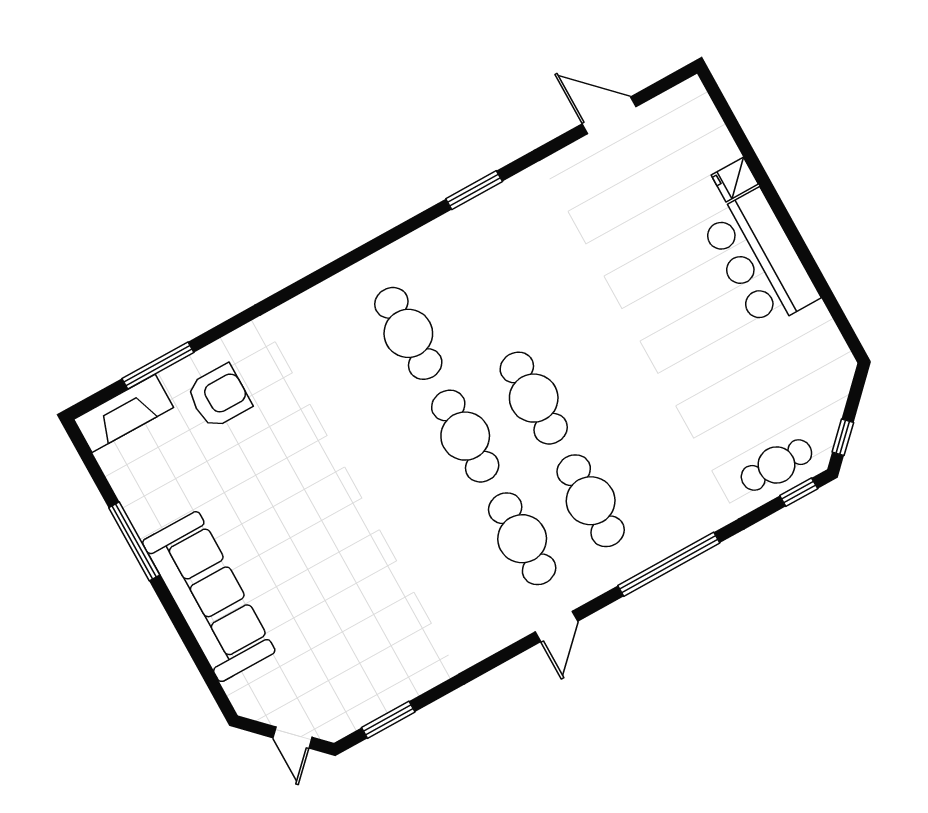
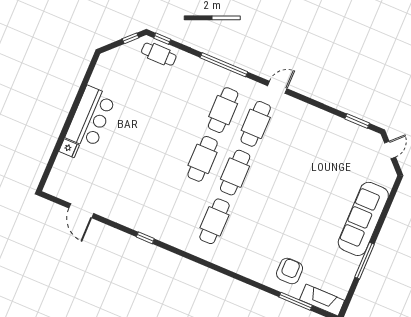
window: (474, 190) -> (145, 238), width x0.67
armchair: (219, 396) -> (290, 271), turned 90

